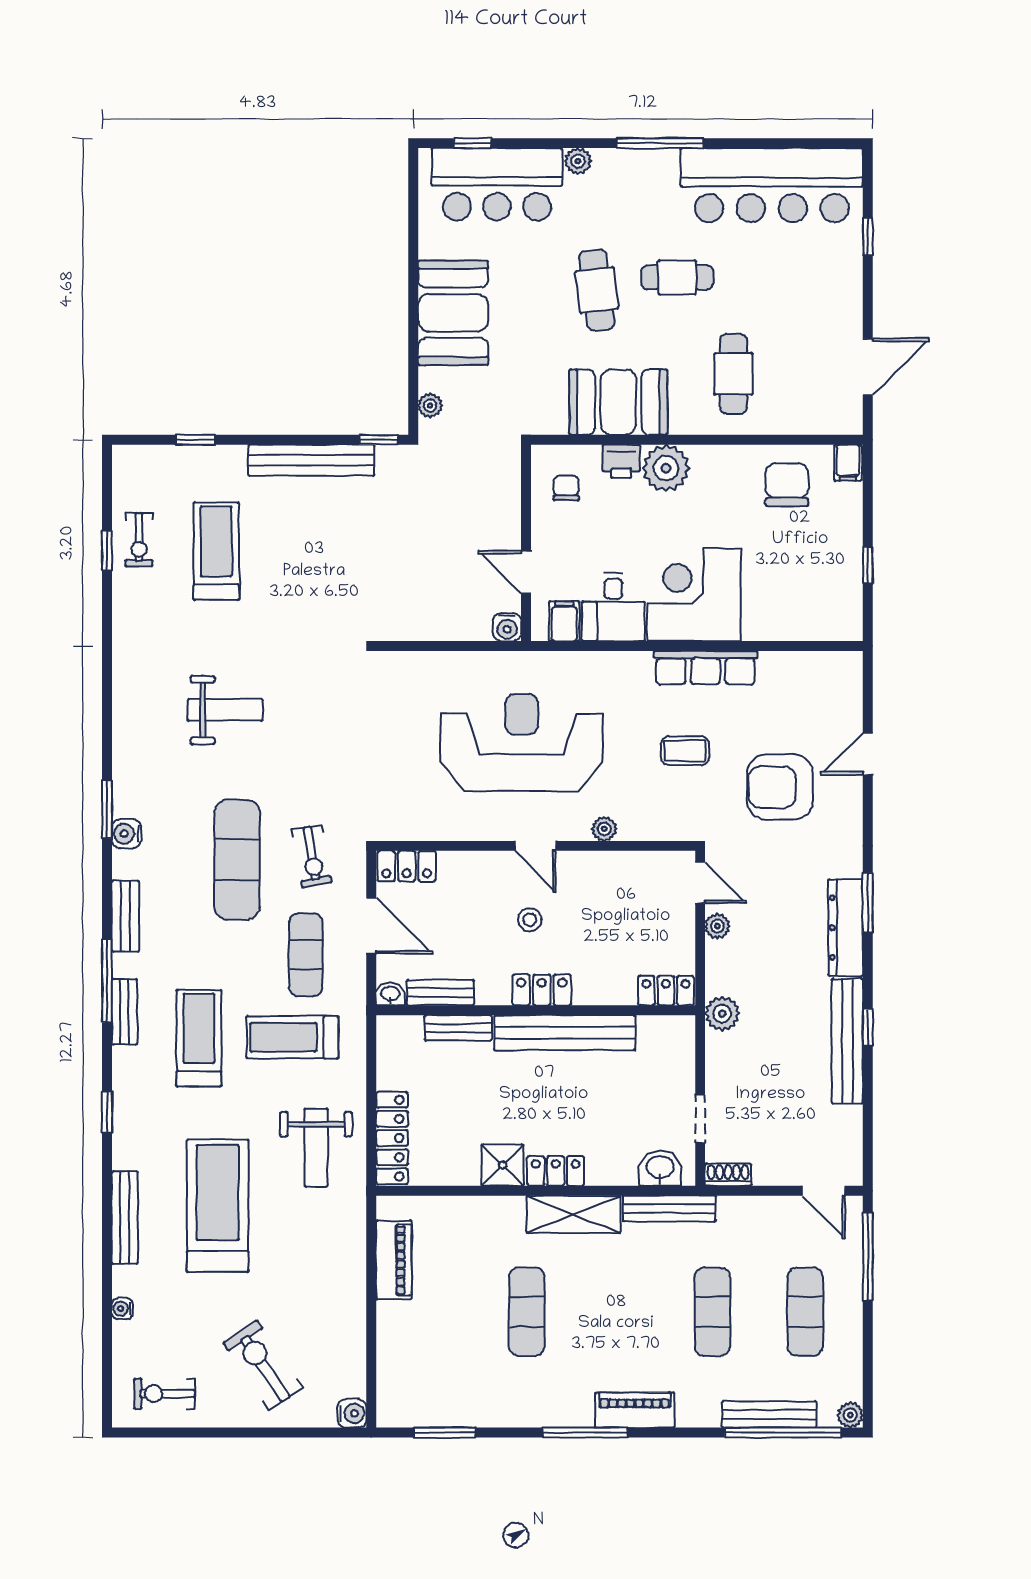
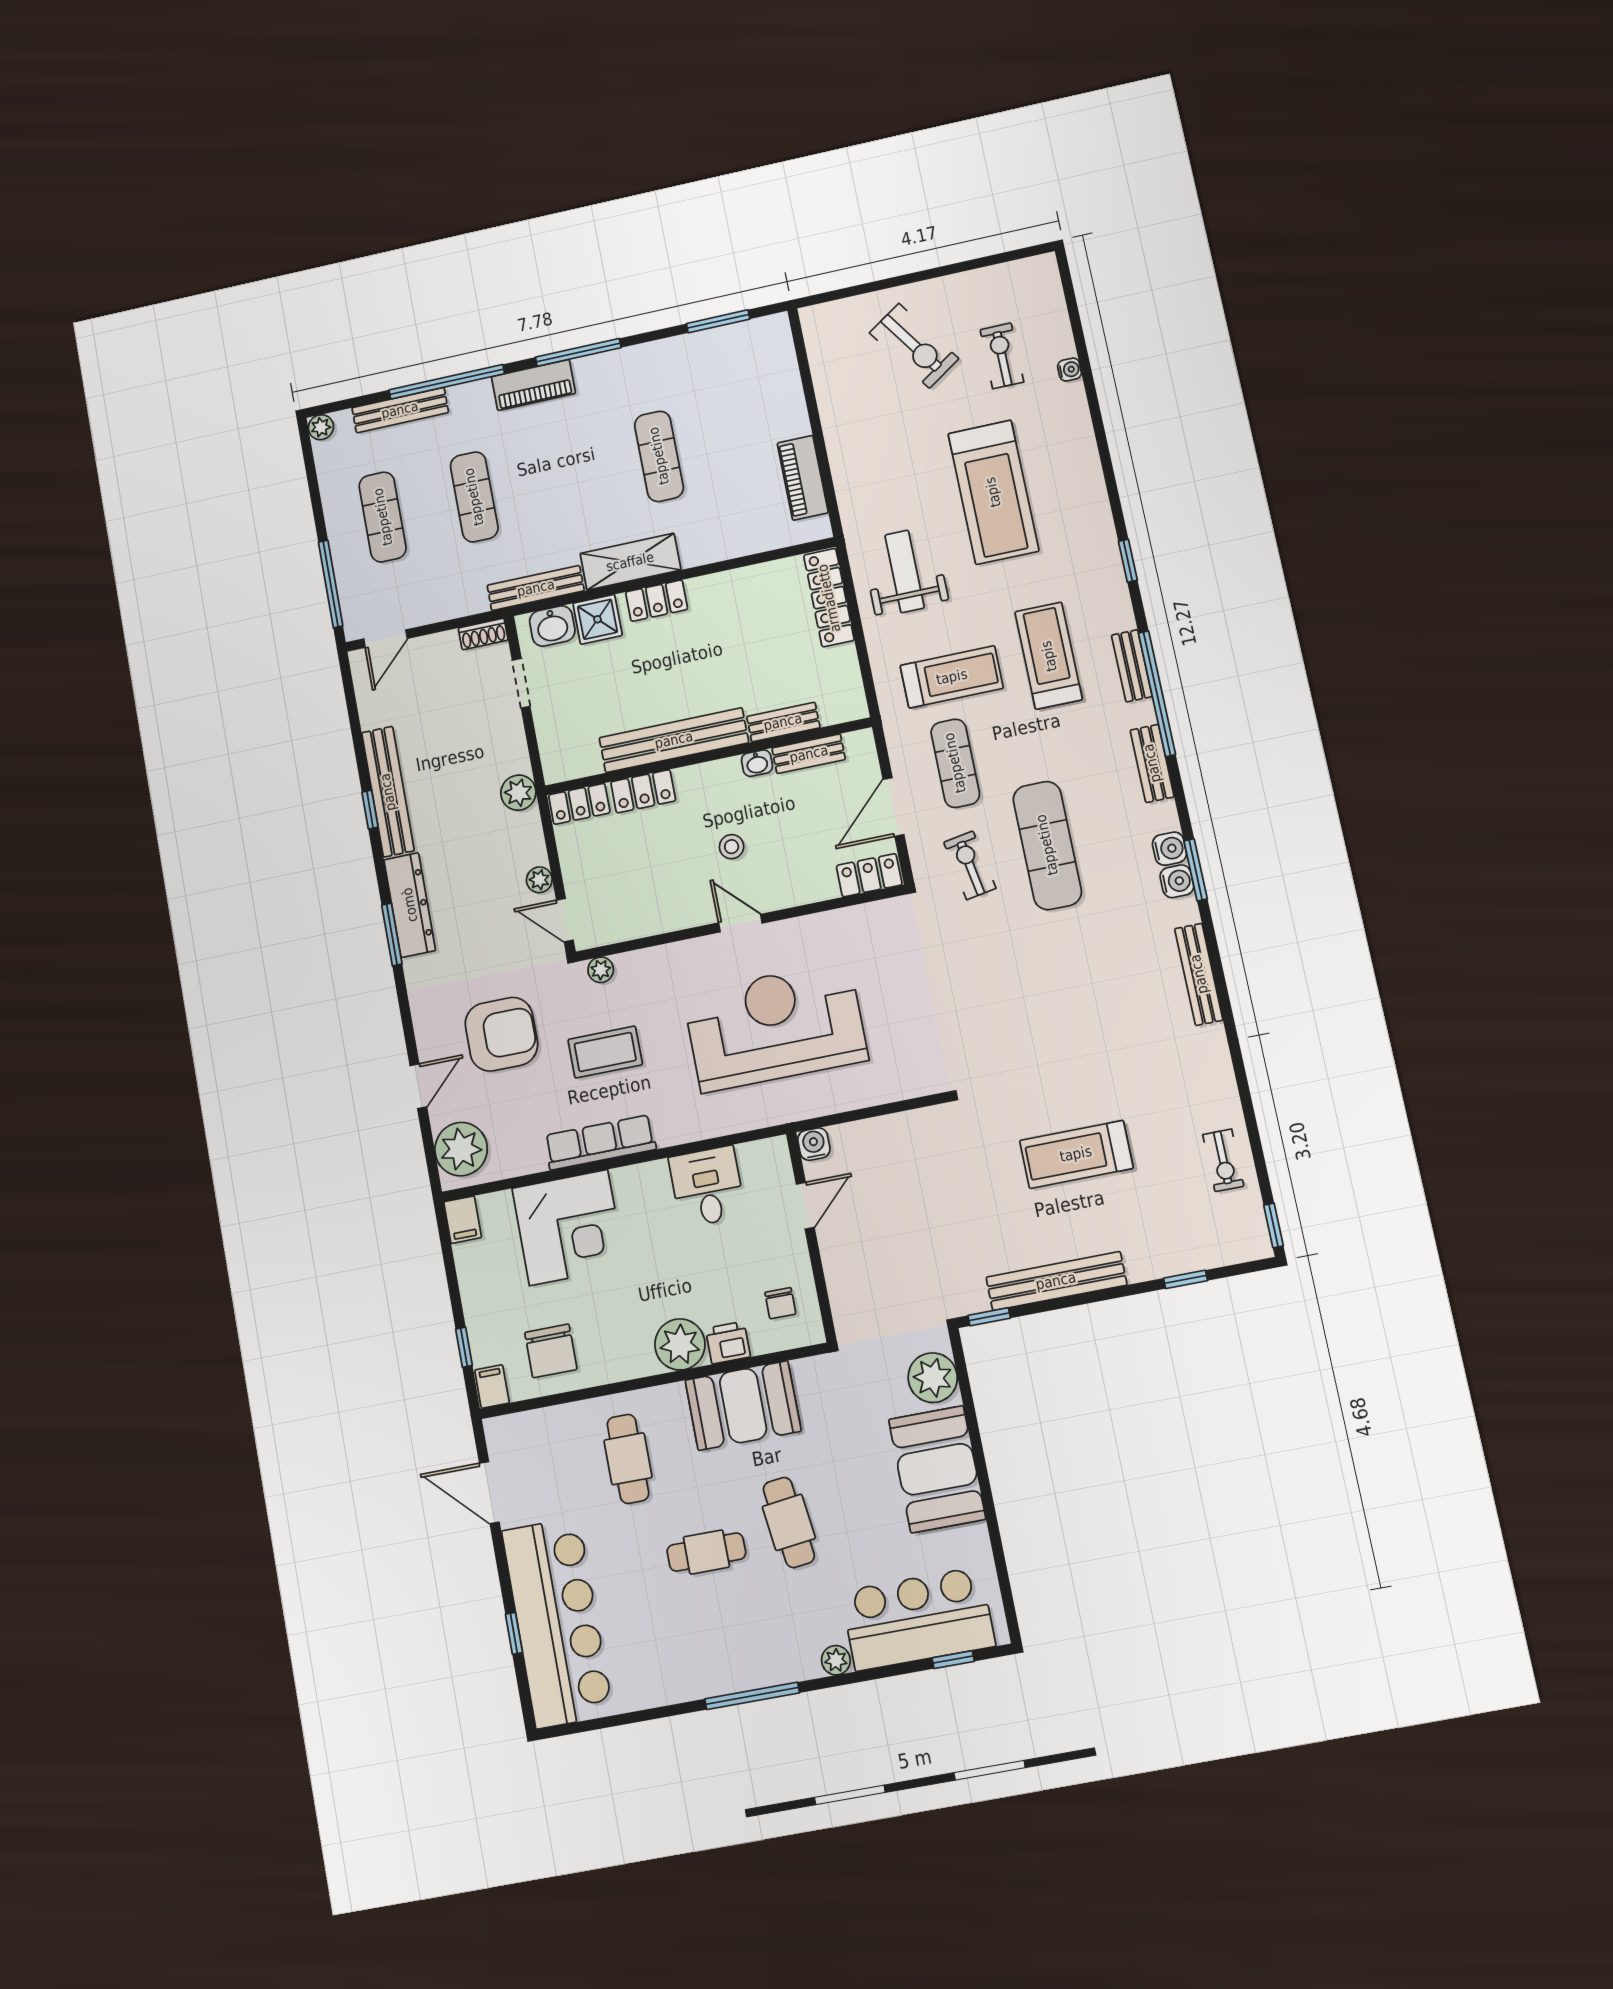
bar counter: (772, 185) -> (557, 1623), moved, turned 90
door: (868, 367) -> (489, 1493), hinge flipped
plant: (430, 405) -> (933, 1378), width x1.88, depth x1.88
exercise bike: (139, 540) -> (1223, 1160), turned 180
window: (107, 550) -> (1273, 1225), moved
treadmill: (216, 551) -> (1076, 1154), moved, turned 90
window: (868, 565) -> (464, 1347), moved
door: (526, 572) -> (805, 1206), hinge flipped
corner desk: (694, 595) -> (569, 1228), moved
filing cabinet: (564, 621) -> (463, 1220), moved
plant: (838, 687) -> (461, 1149), added
weight bench: (225, 710) -> (1093, 998), removed
reception desk: (522, 743) -> (775, 1027), turned 180
coffee table: (685, 751) -> (605, 1052), width x1.36, depth x1.30
plant: (604, 829) -> (601, 970), moved
door: (371, 926) -> (893, 807), hinge flipped
window: (107, 981) -> (1157, 694), width x1.46
locker: (542, 990) -> (643, 791), moved
washbasin: (390, 994) -> (757, 763), moved
treadmill: (199, 1038) -> (1049, 656), turned 180
shower: (502, 1165) -> (598, 619), moved
door: (823, 1191) -> (386, 639), swing flipped
bench: (125, 1218) -> (1199, 974), moved
exercise bike: (165, 1394) -> (1002, 356), moved, turned -90
water cooler: (352, 1413) -> (1177, 881), moved, turned 180
window: (783, 1433) -> (447, 382), moved

